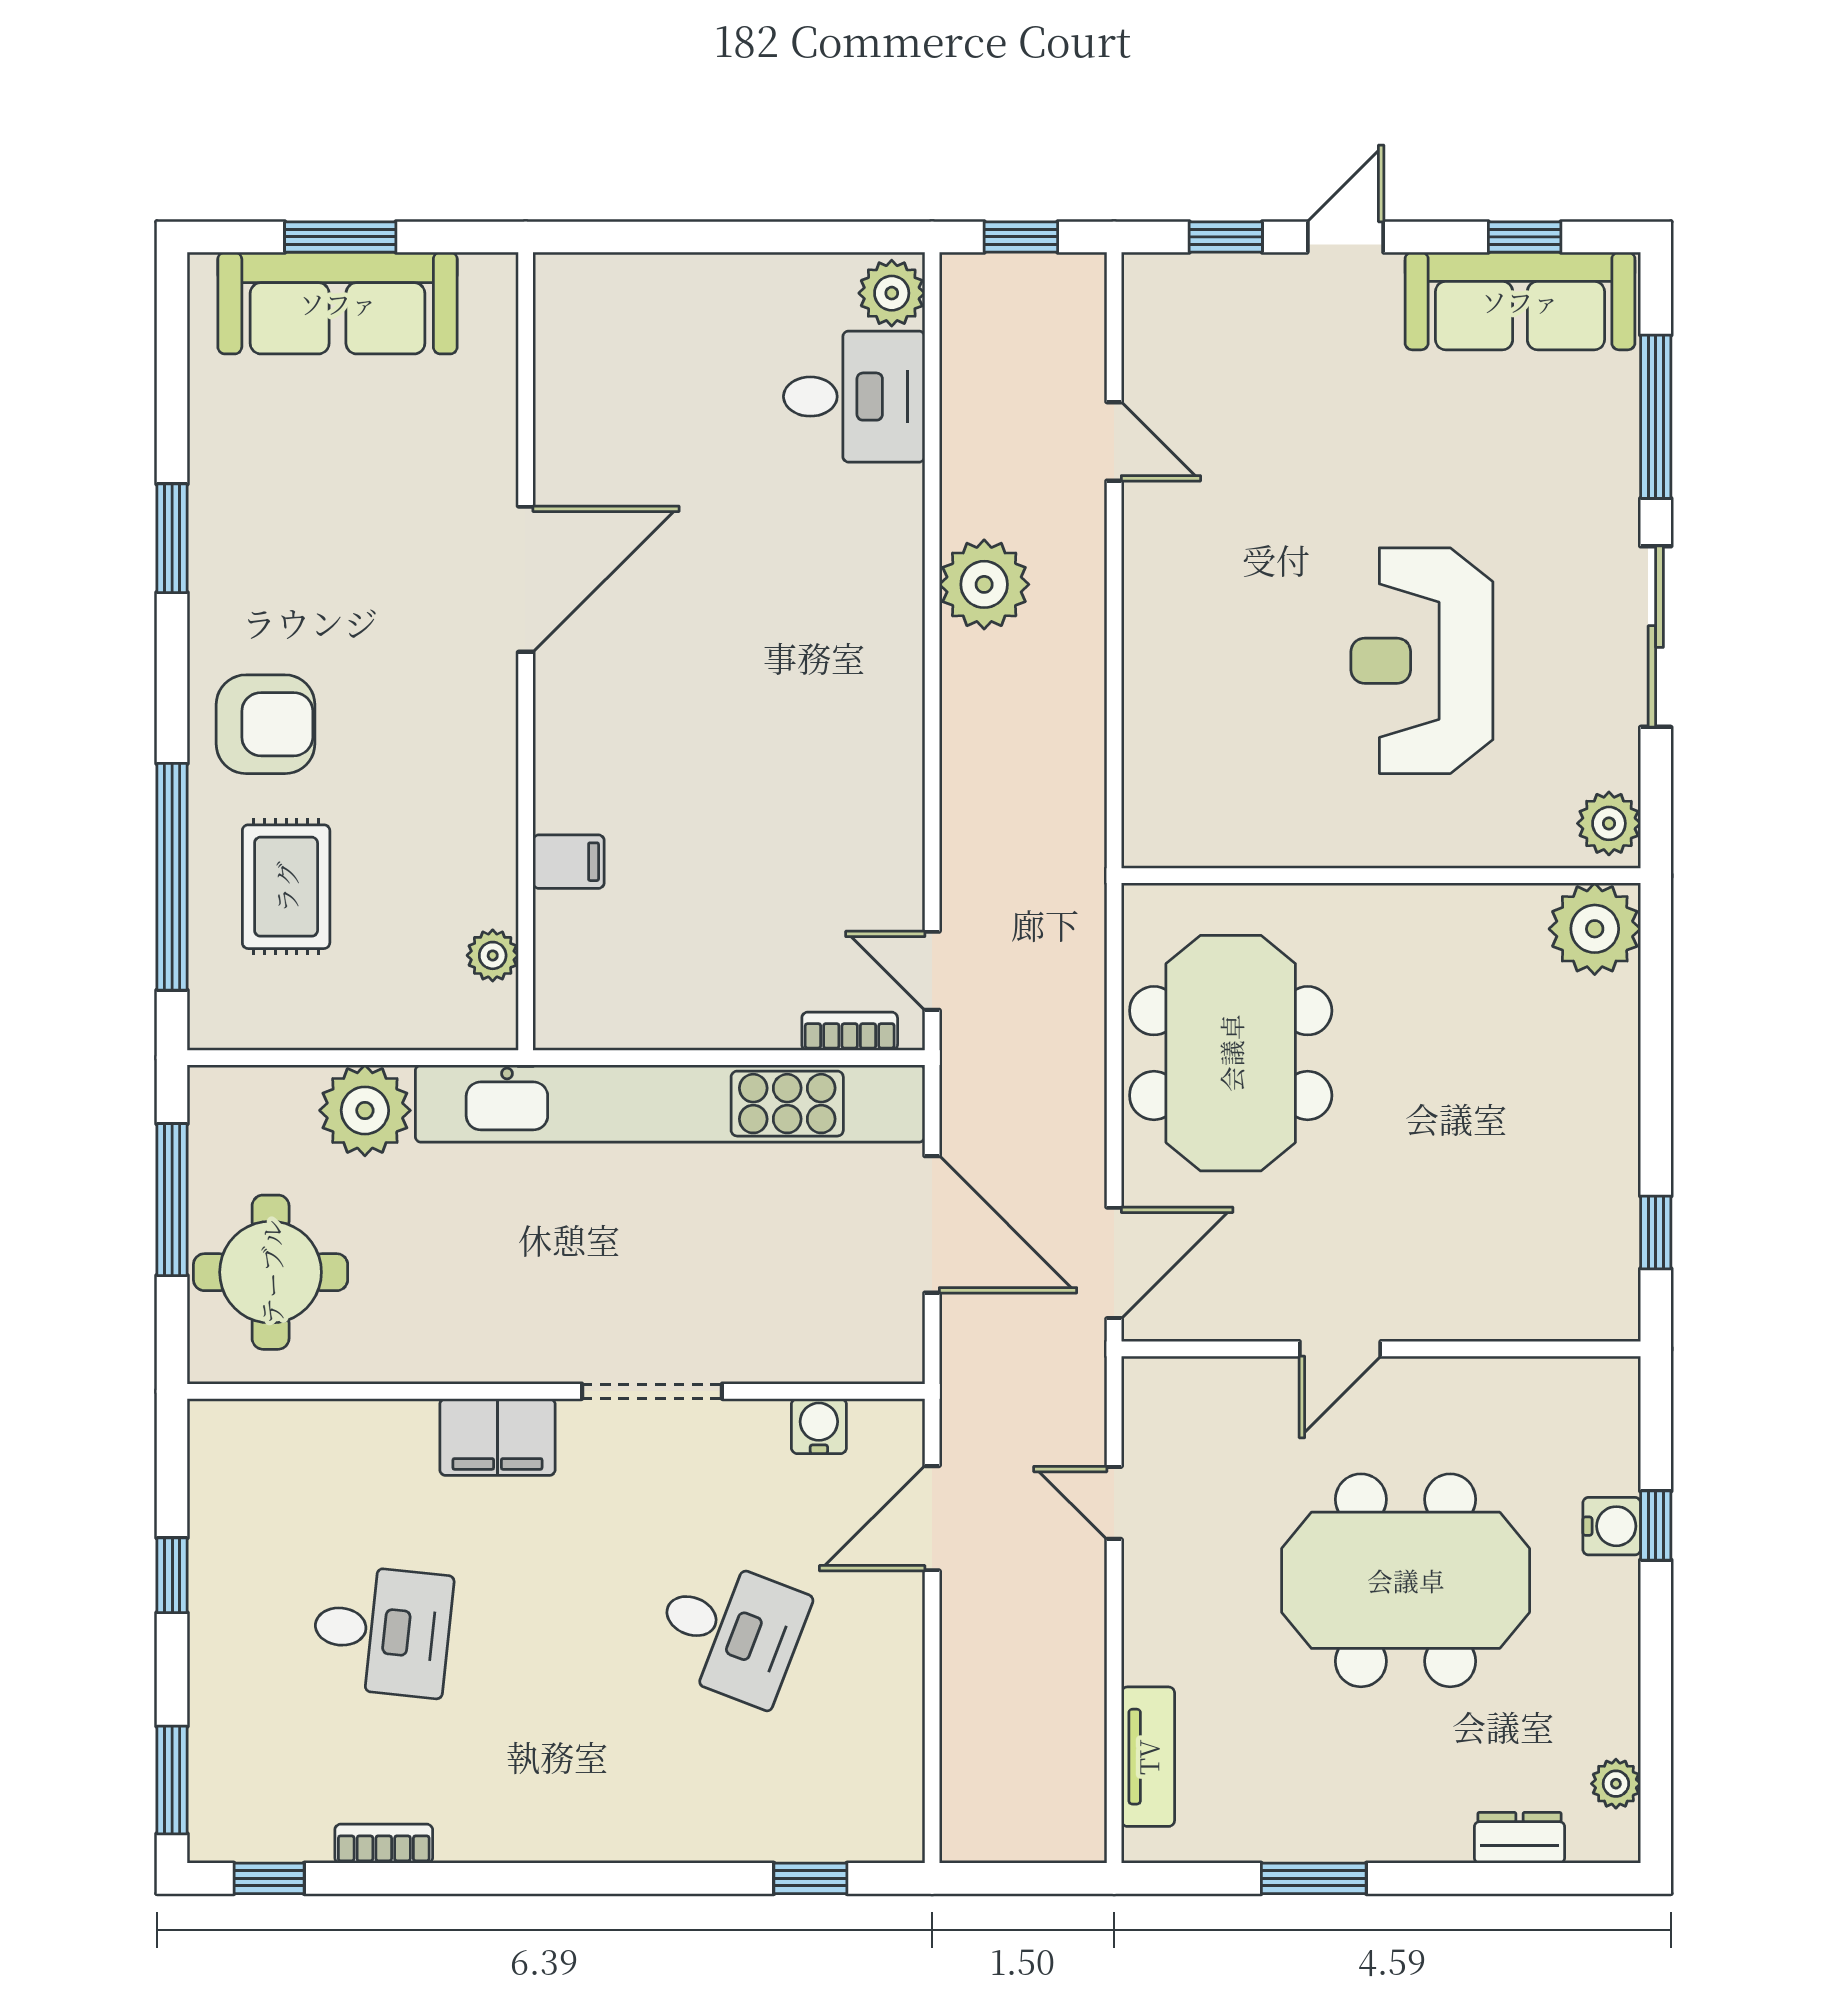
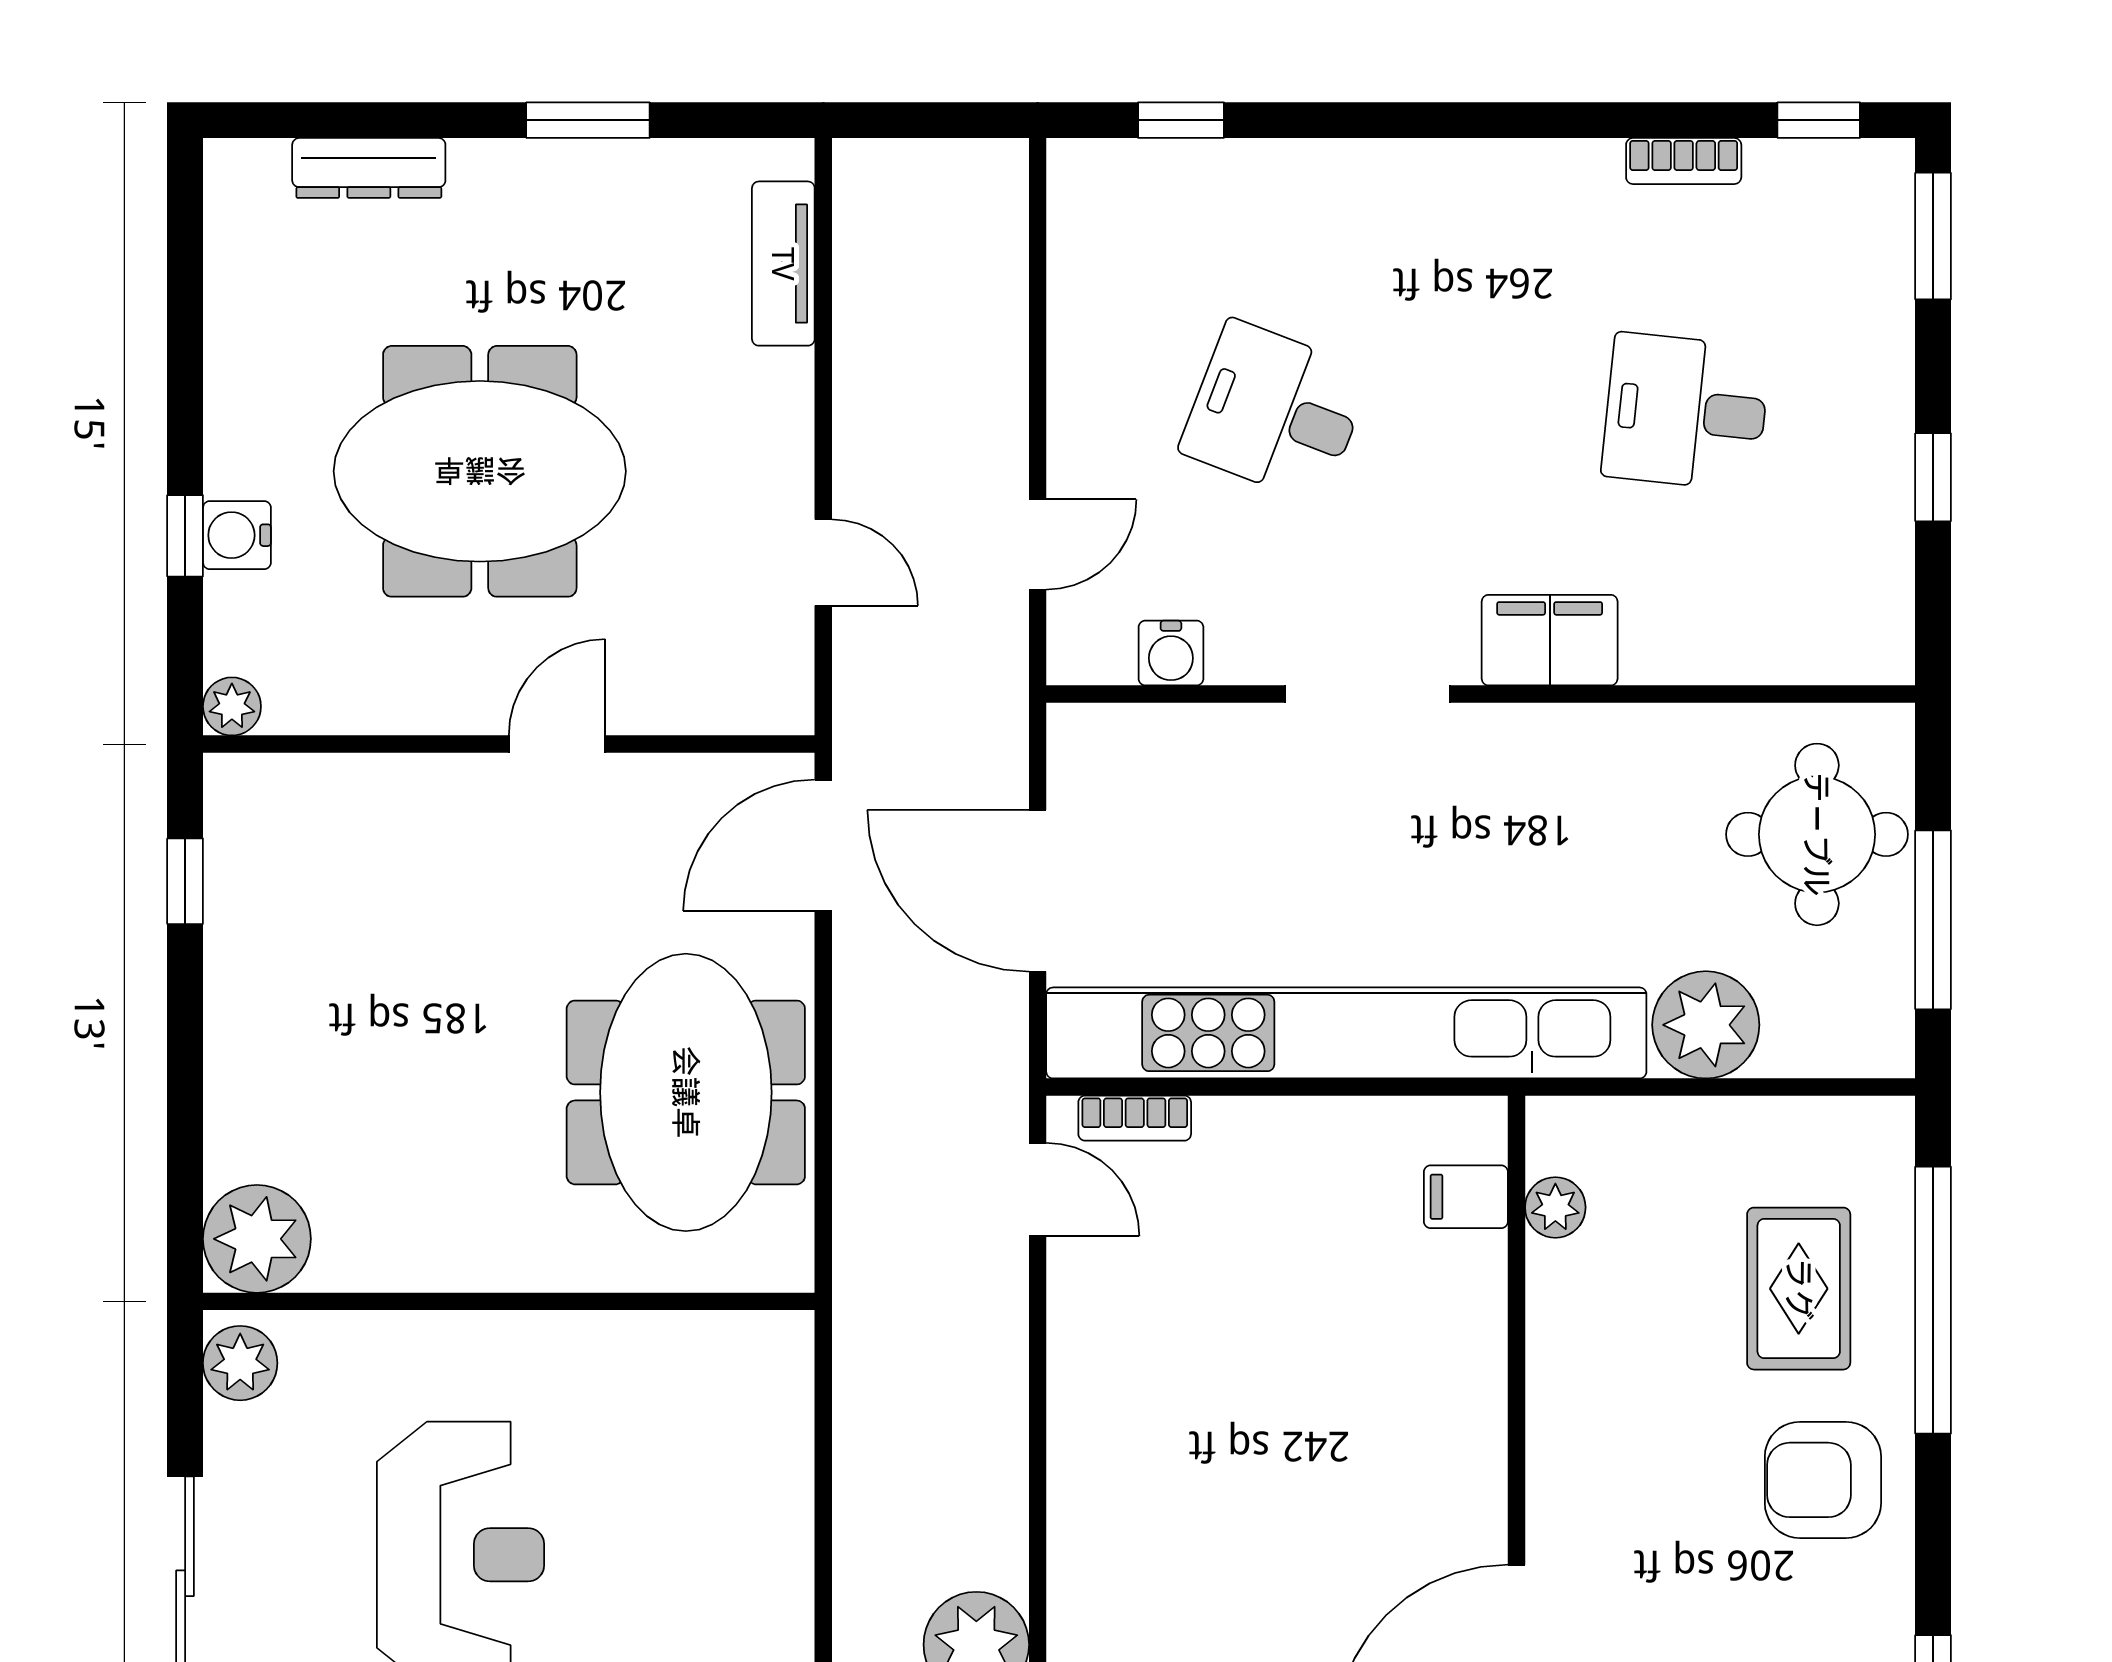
filing cabinet: (569, 862) -> (1466, 1197), moved
door: (932, 1518) -> (1038, 544), width x0.73
plant: (1616, 1784) -> (232, 706), moved
dresser: (1520, 1838) -> (369, 168), width x1.44

